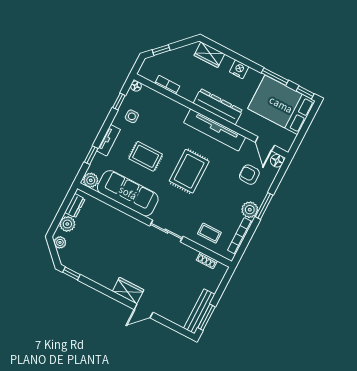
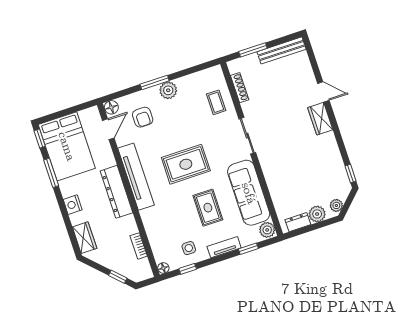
bookcase: (240, 236) -> (195, 78), removed
shoe rack: (207, 260) -> (240, 88), width x1.43
window: (206, 317) -> (253, 50), moved

